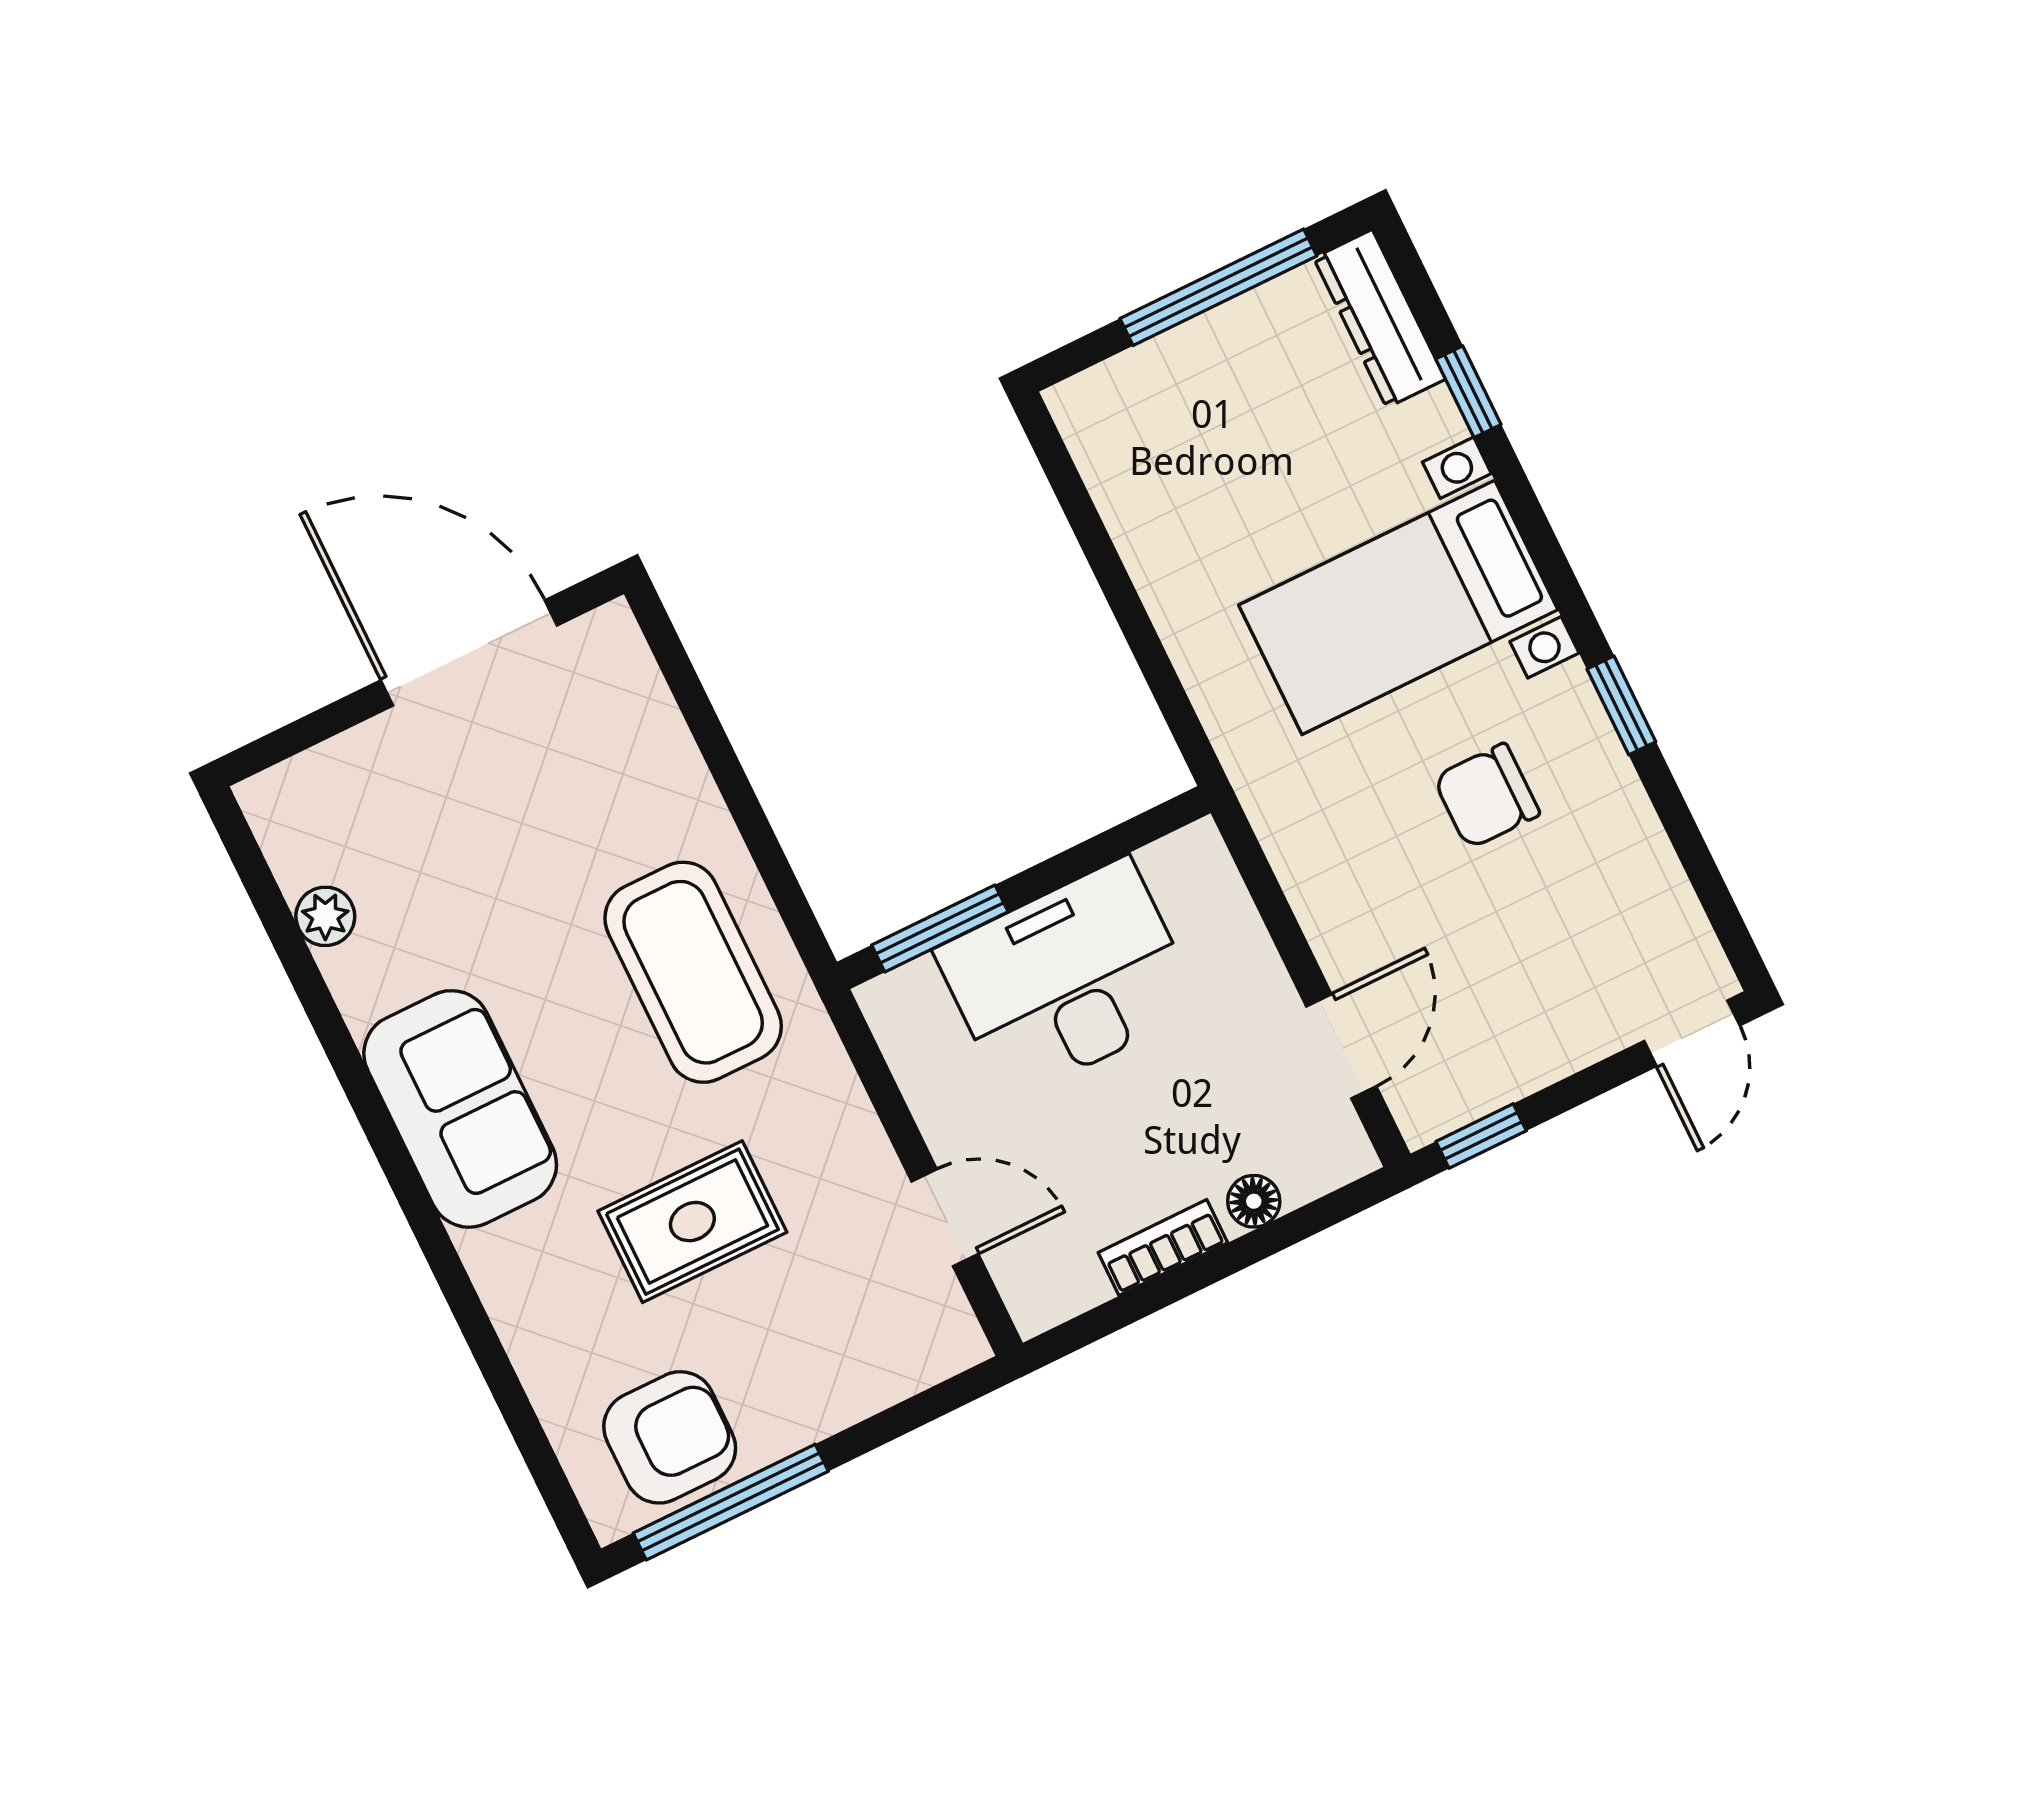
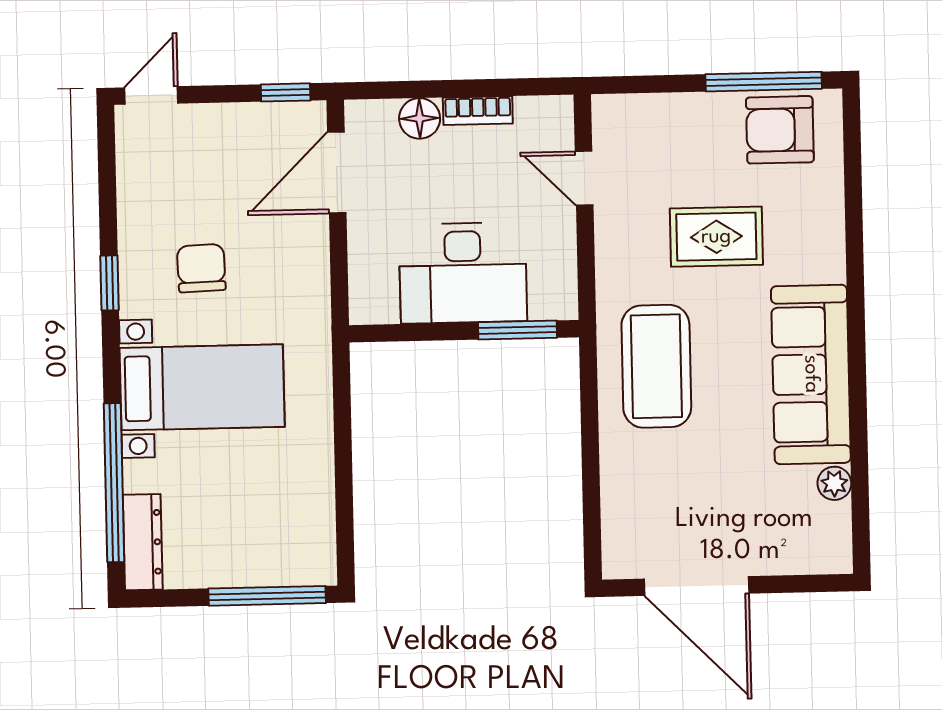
window: (1218, 287) -> (267, 596), moved
window: (1468, 392) -> (114, 483), width x3.17
chair: (1487, 796) -> (201, 268), turned -92
door: (1341, 1046) -> (337, 173), width x1.38
sofa: (460, 1109) -> (811, 374), width x1.36
floor lamp: (1254, 1201) -> (420, 118), width x1.37, depth x1.37

